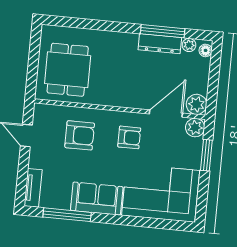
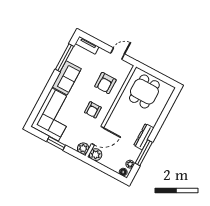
dresser: (160, 44) -> (144, 137), moved
dining table: (68, 70) -> (144, 92), turned 90
door: (166, 113) -> (98, 136), hinge flipped
window: (206, 155) -> (56, 143), moved

